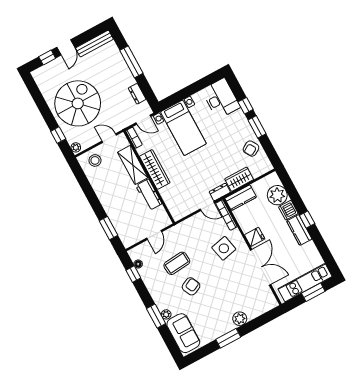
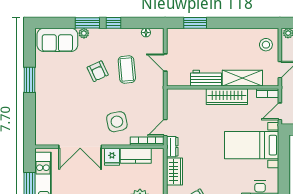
kitchen counter: (241, 198) -> (136, 156), moved, turned -90
window: (133, 274) -> (114, 23), moved
plant: (240, 319) -> (42, 101), removed

